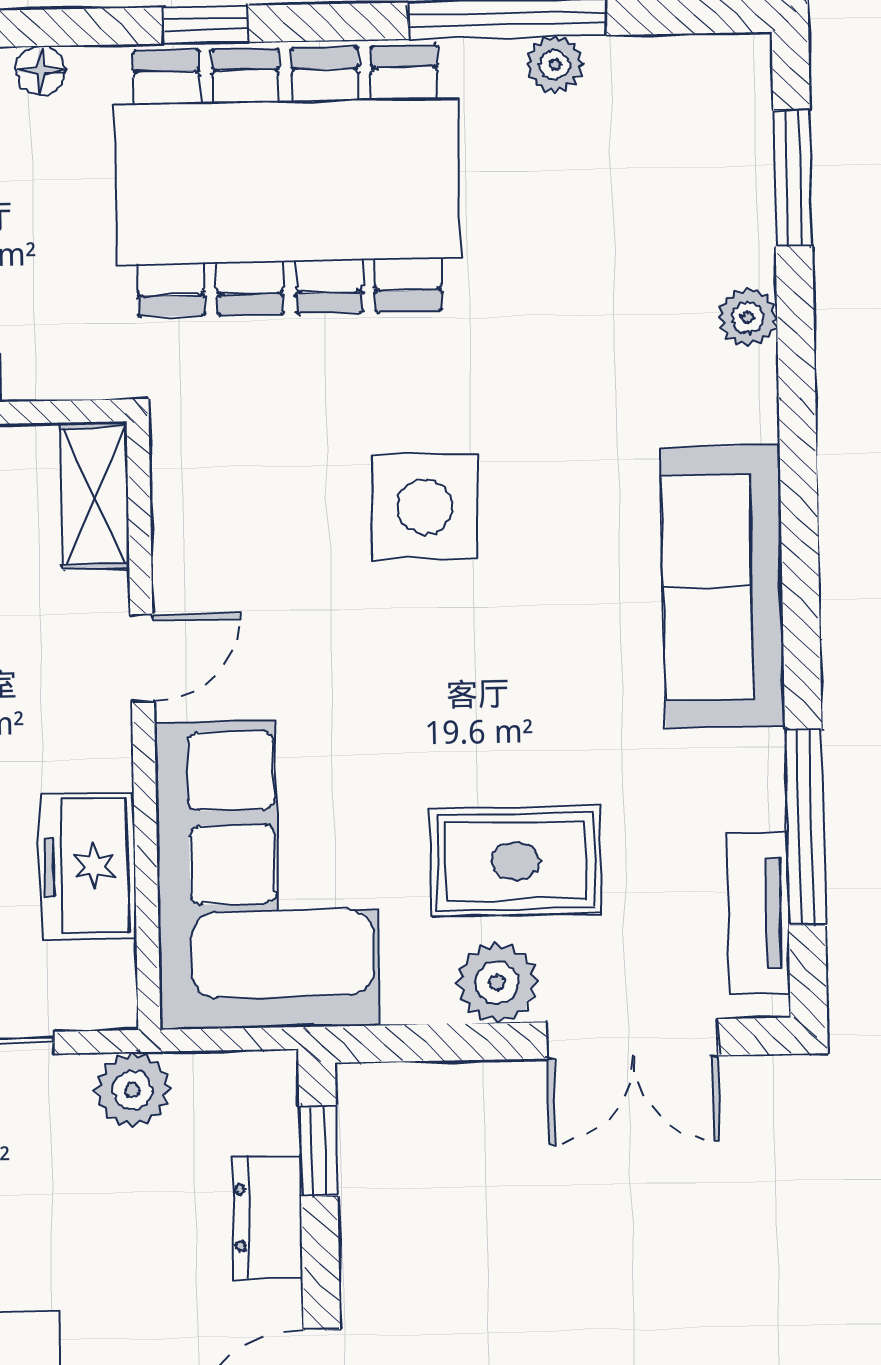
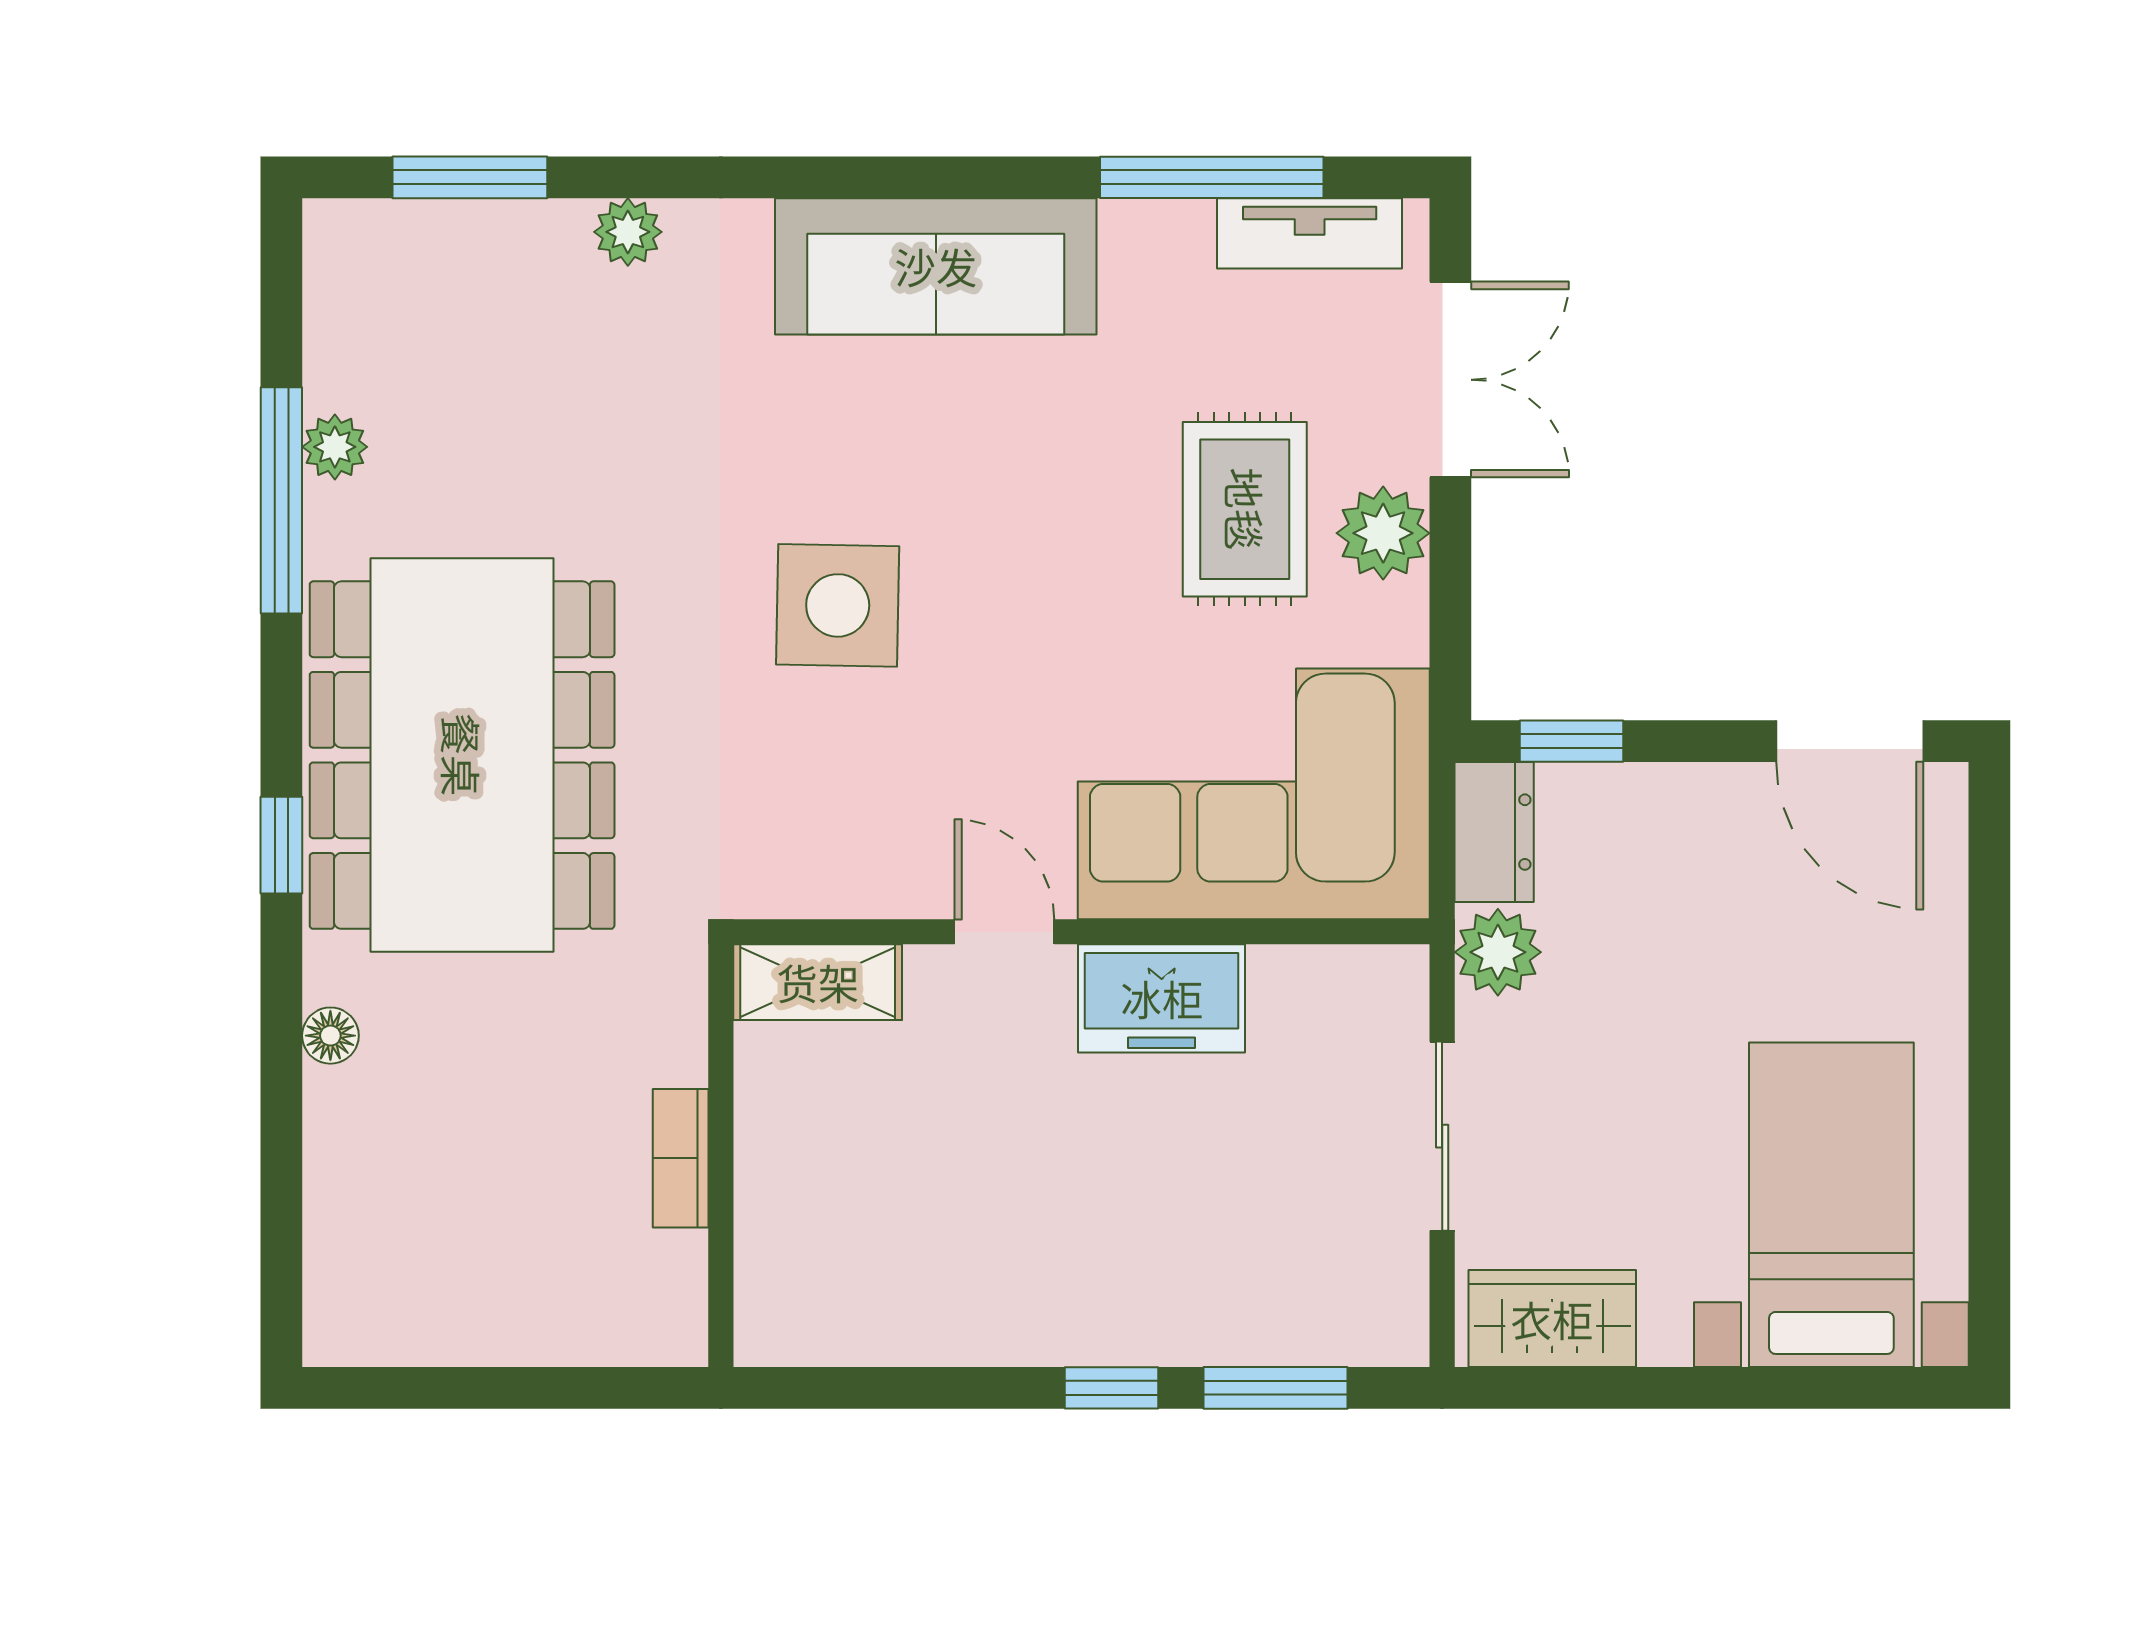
freezer: (88, 866) -> (1162, 998), moved
dresser: (267, 1218) -> (1494, 832), moved, turned -90

